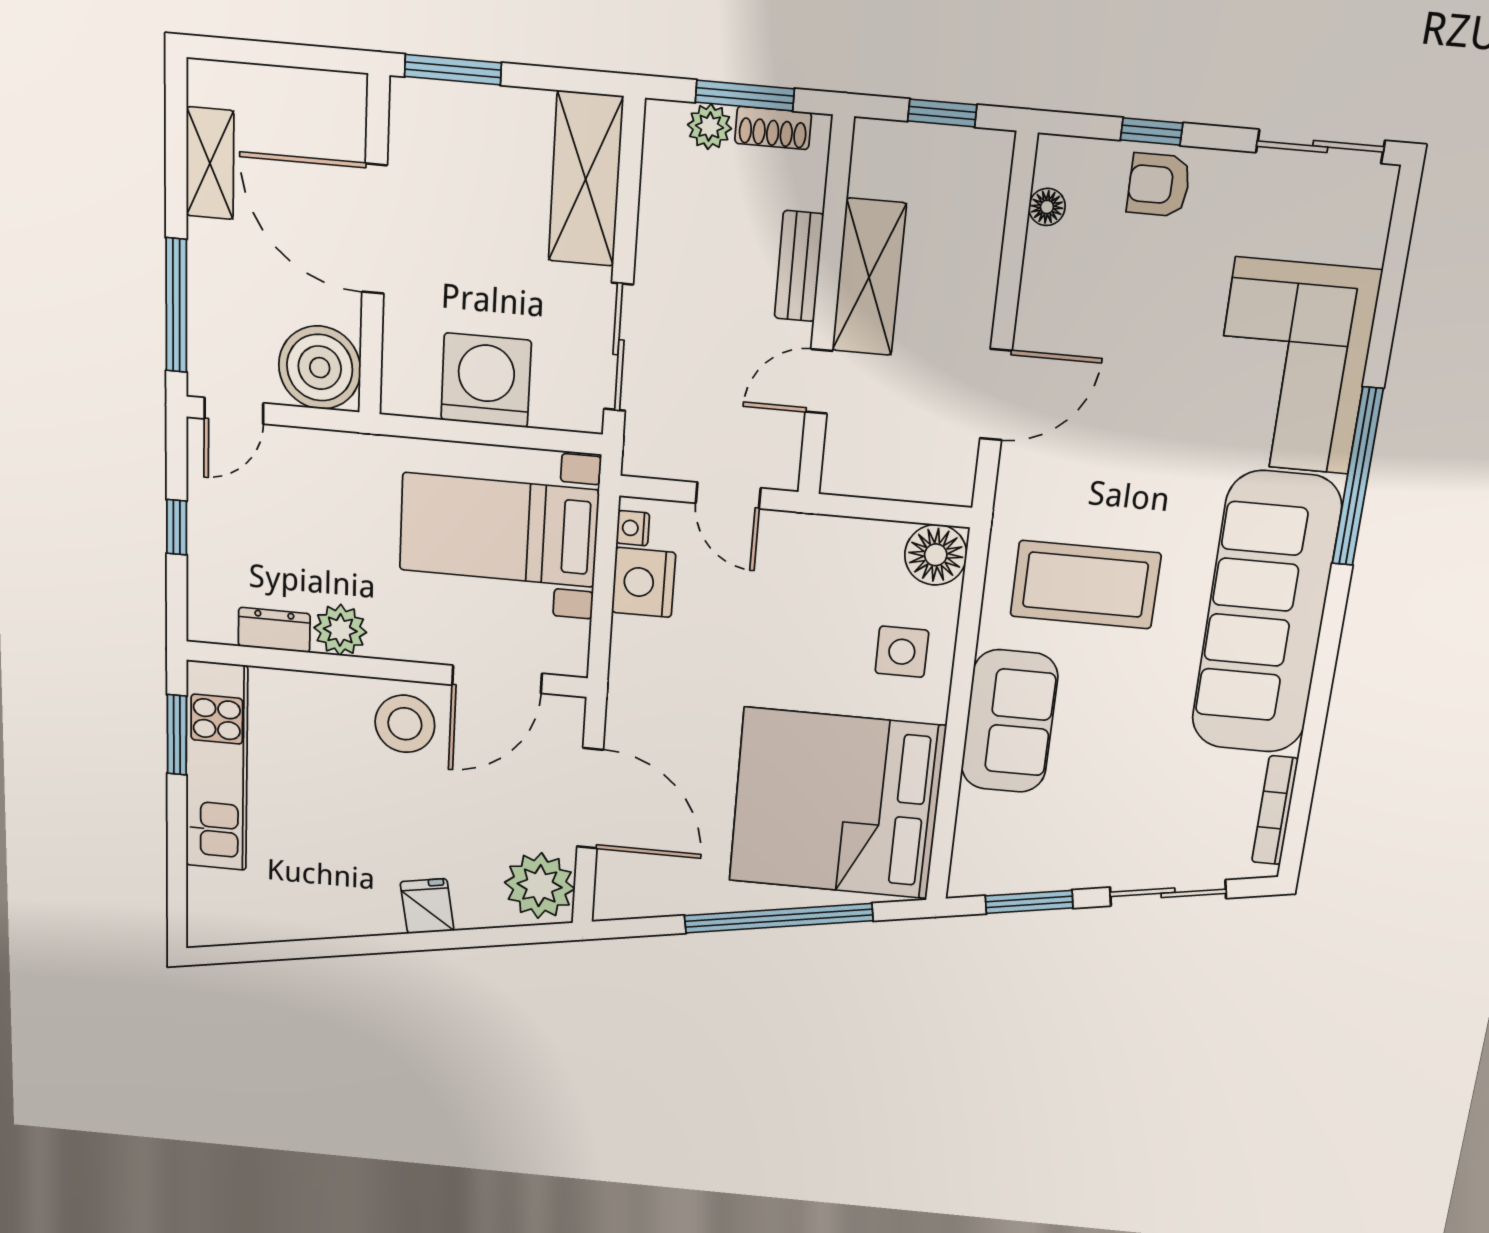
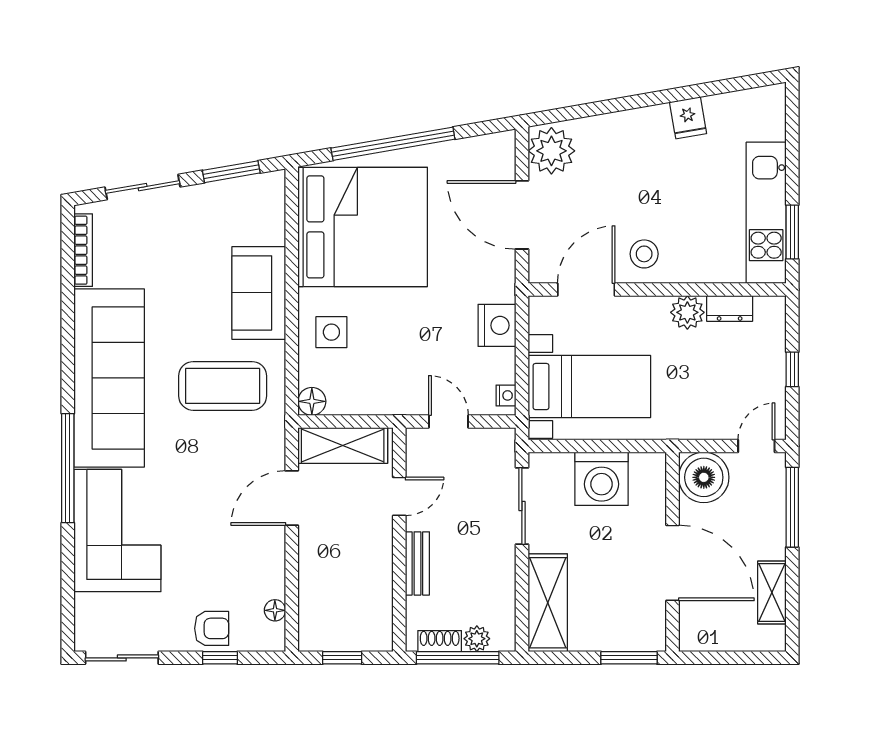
window: (745, 95) -> (458, 658), width x1.44
shelving: (869, 277) -> (343, 446), moved, turned 90
floor lamp: (936, 555) -> (312, 401), width x0.73, depth x0.73
nightstand: (644, 582) -> (497, 325), moved
stool: (405, 724) -> (644, 254), width x0.73, depth x0.73
fridge: (427, 906) -> (688, 118), moved

